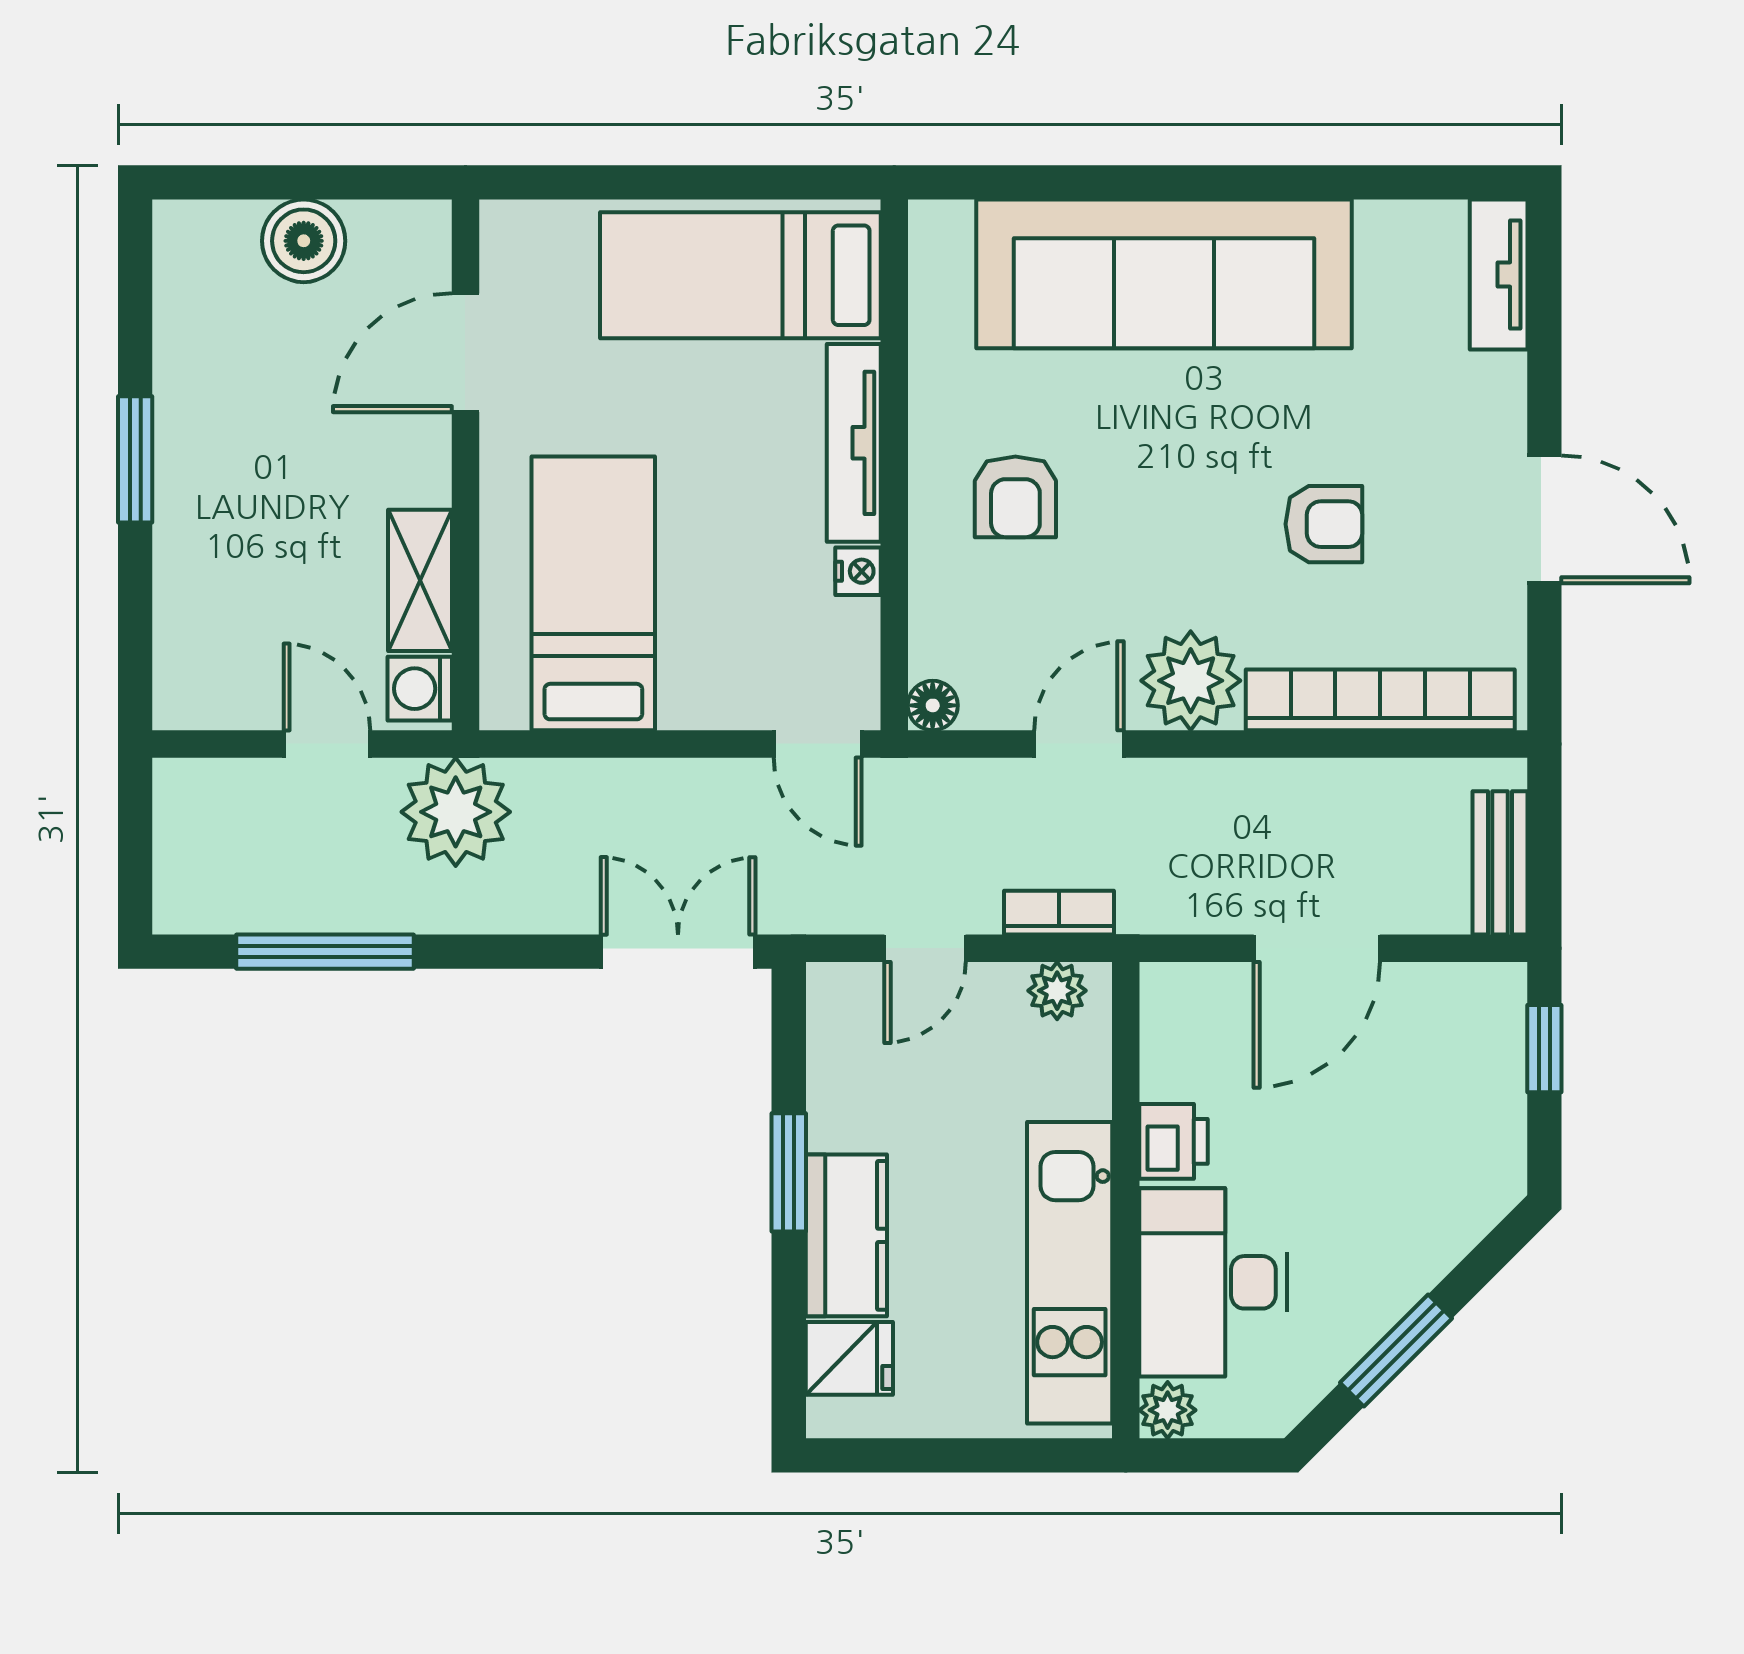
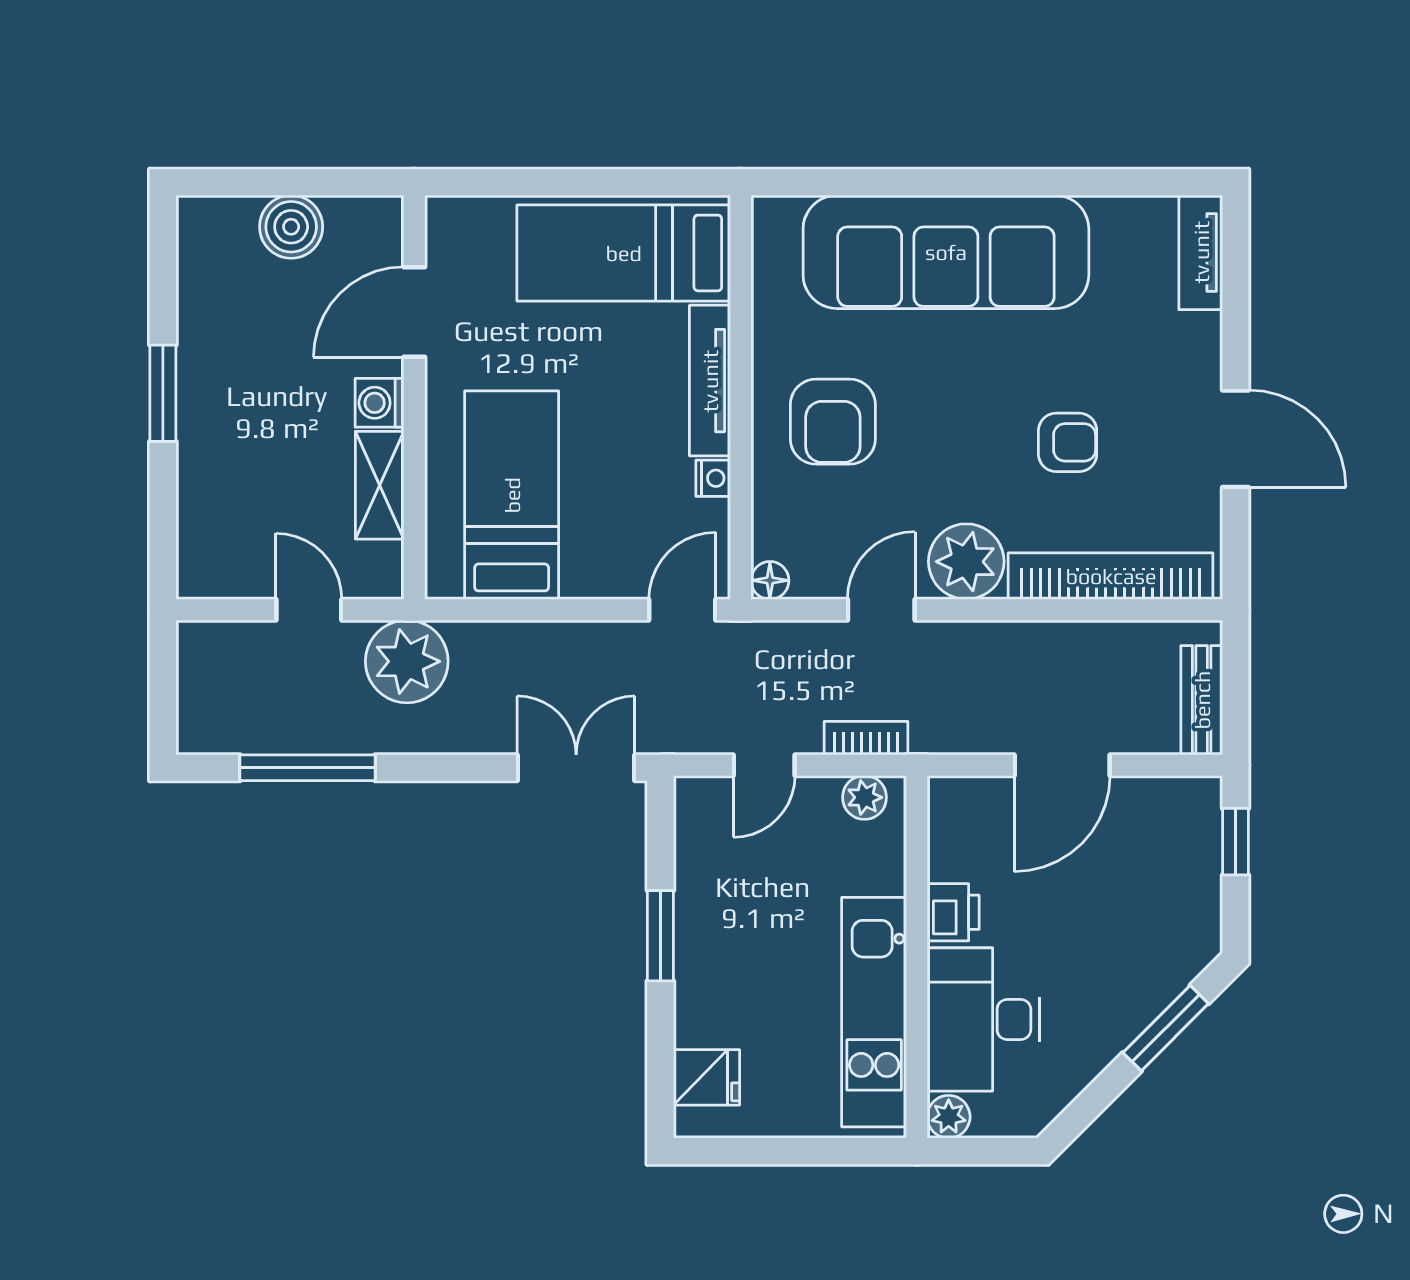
armchair: (1015, 497) -> (833, 422), width x1.38, depth x1.38
washing machine: (420, 689) -> (379, 403), moved
door: (818, 744) -> (682, 610), swing flipped
kitchen counter: (846, 1235) -> (704, 984), removed
window: (1396, 1350) -> (1166, 1028), moved

